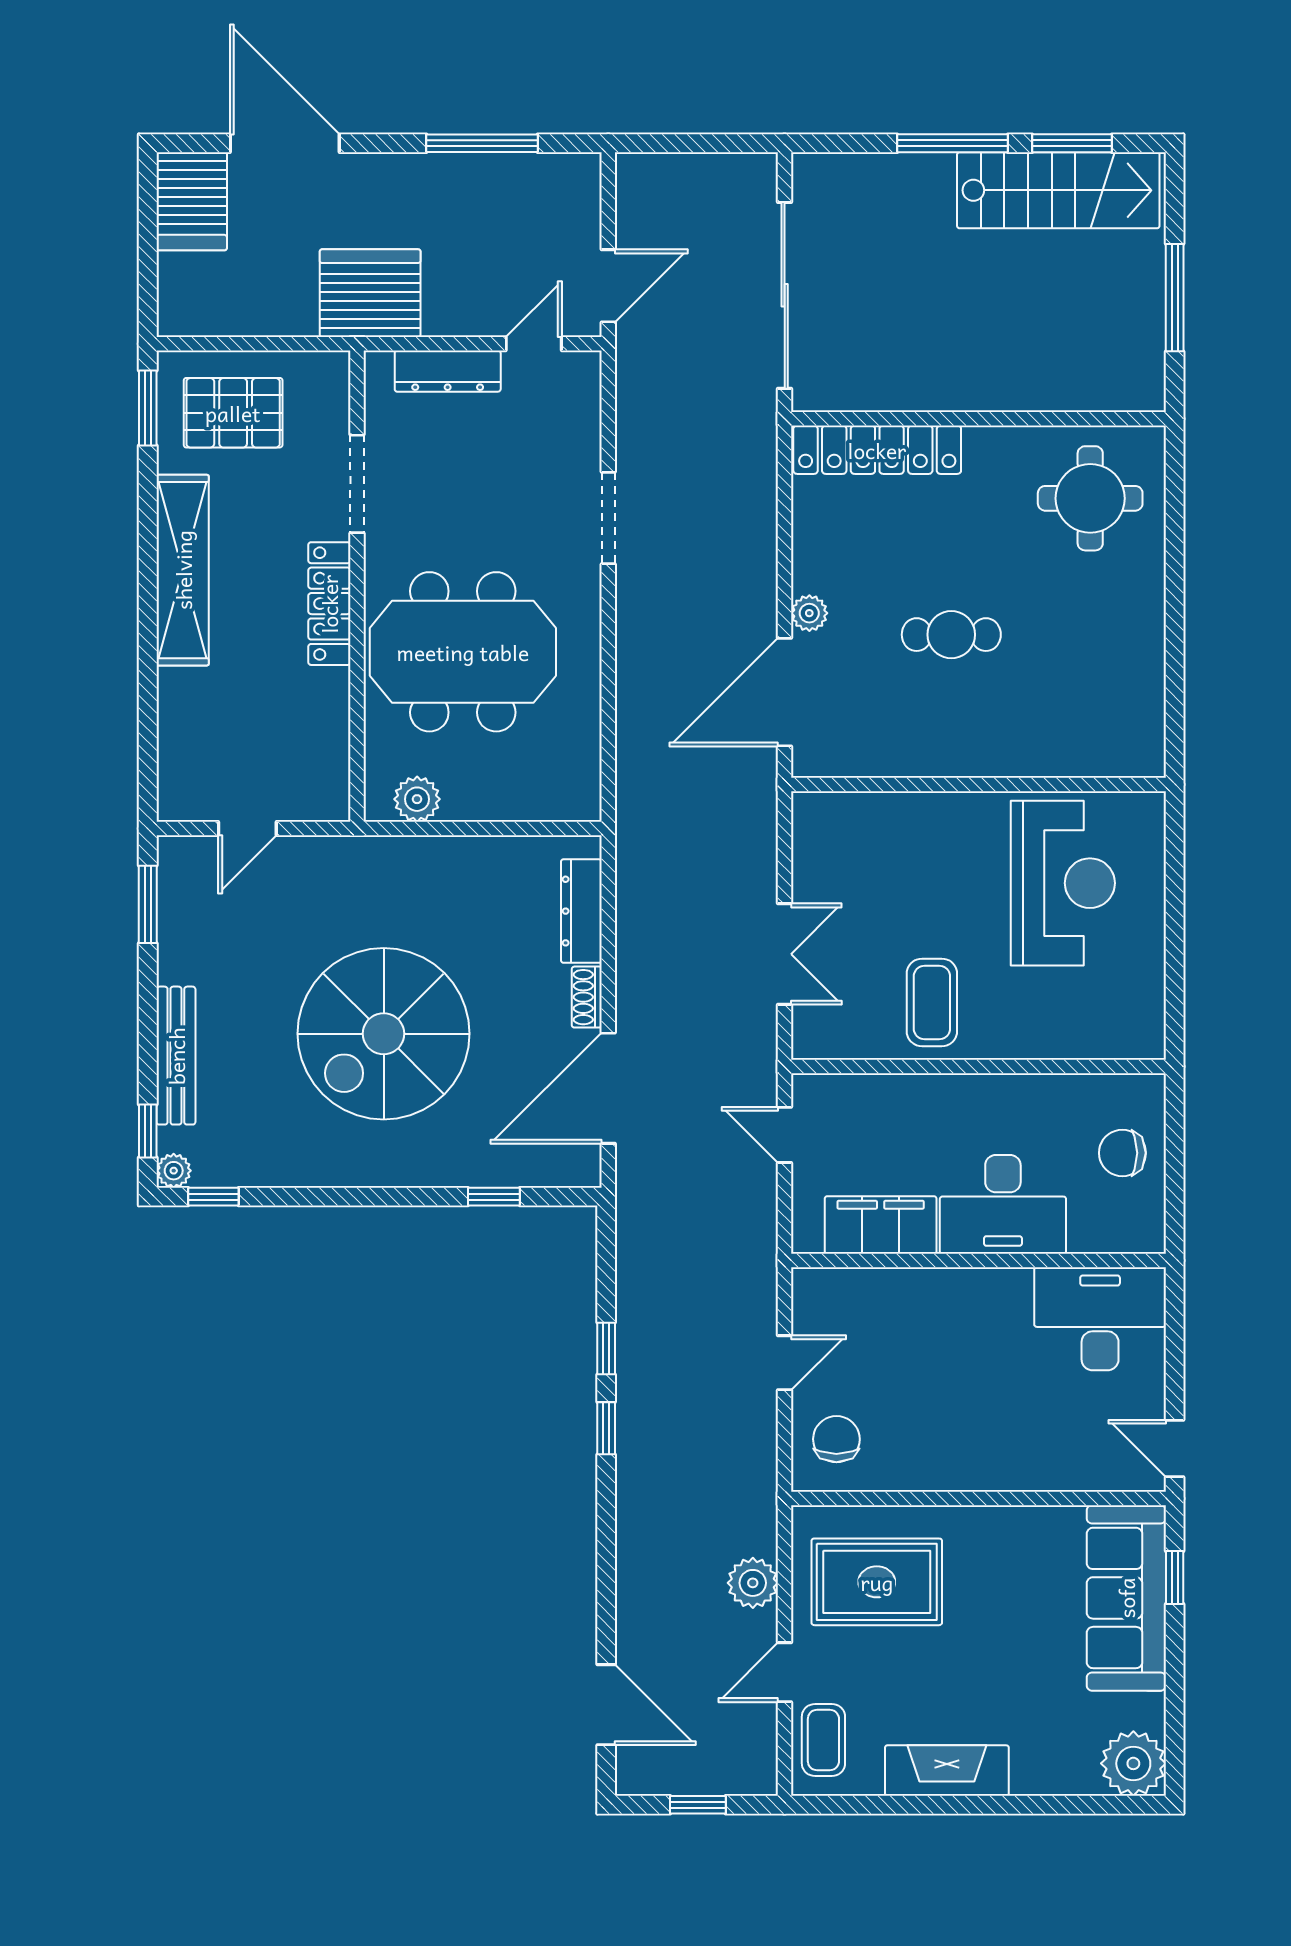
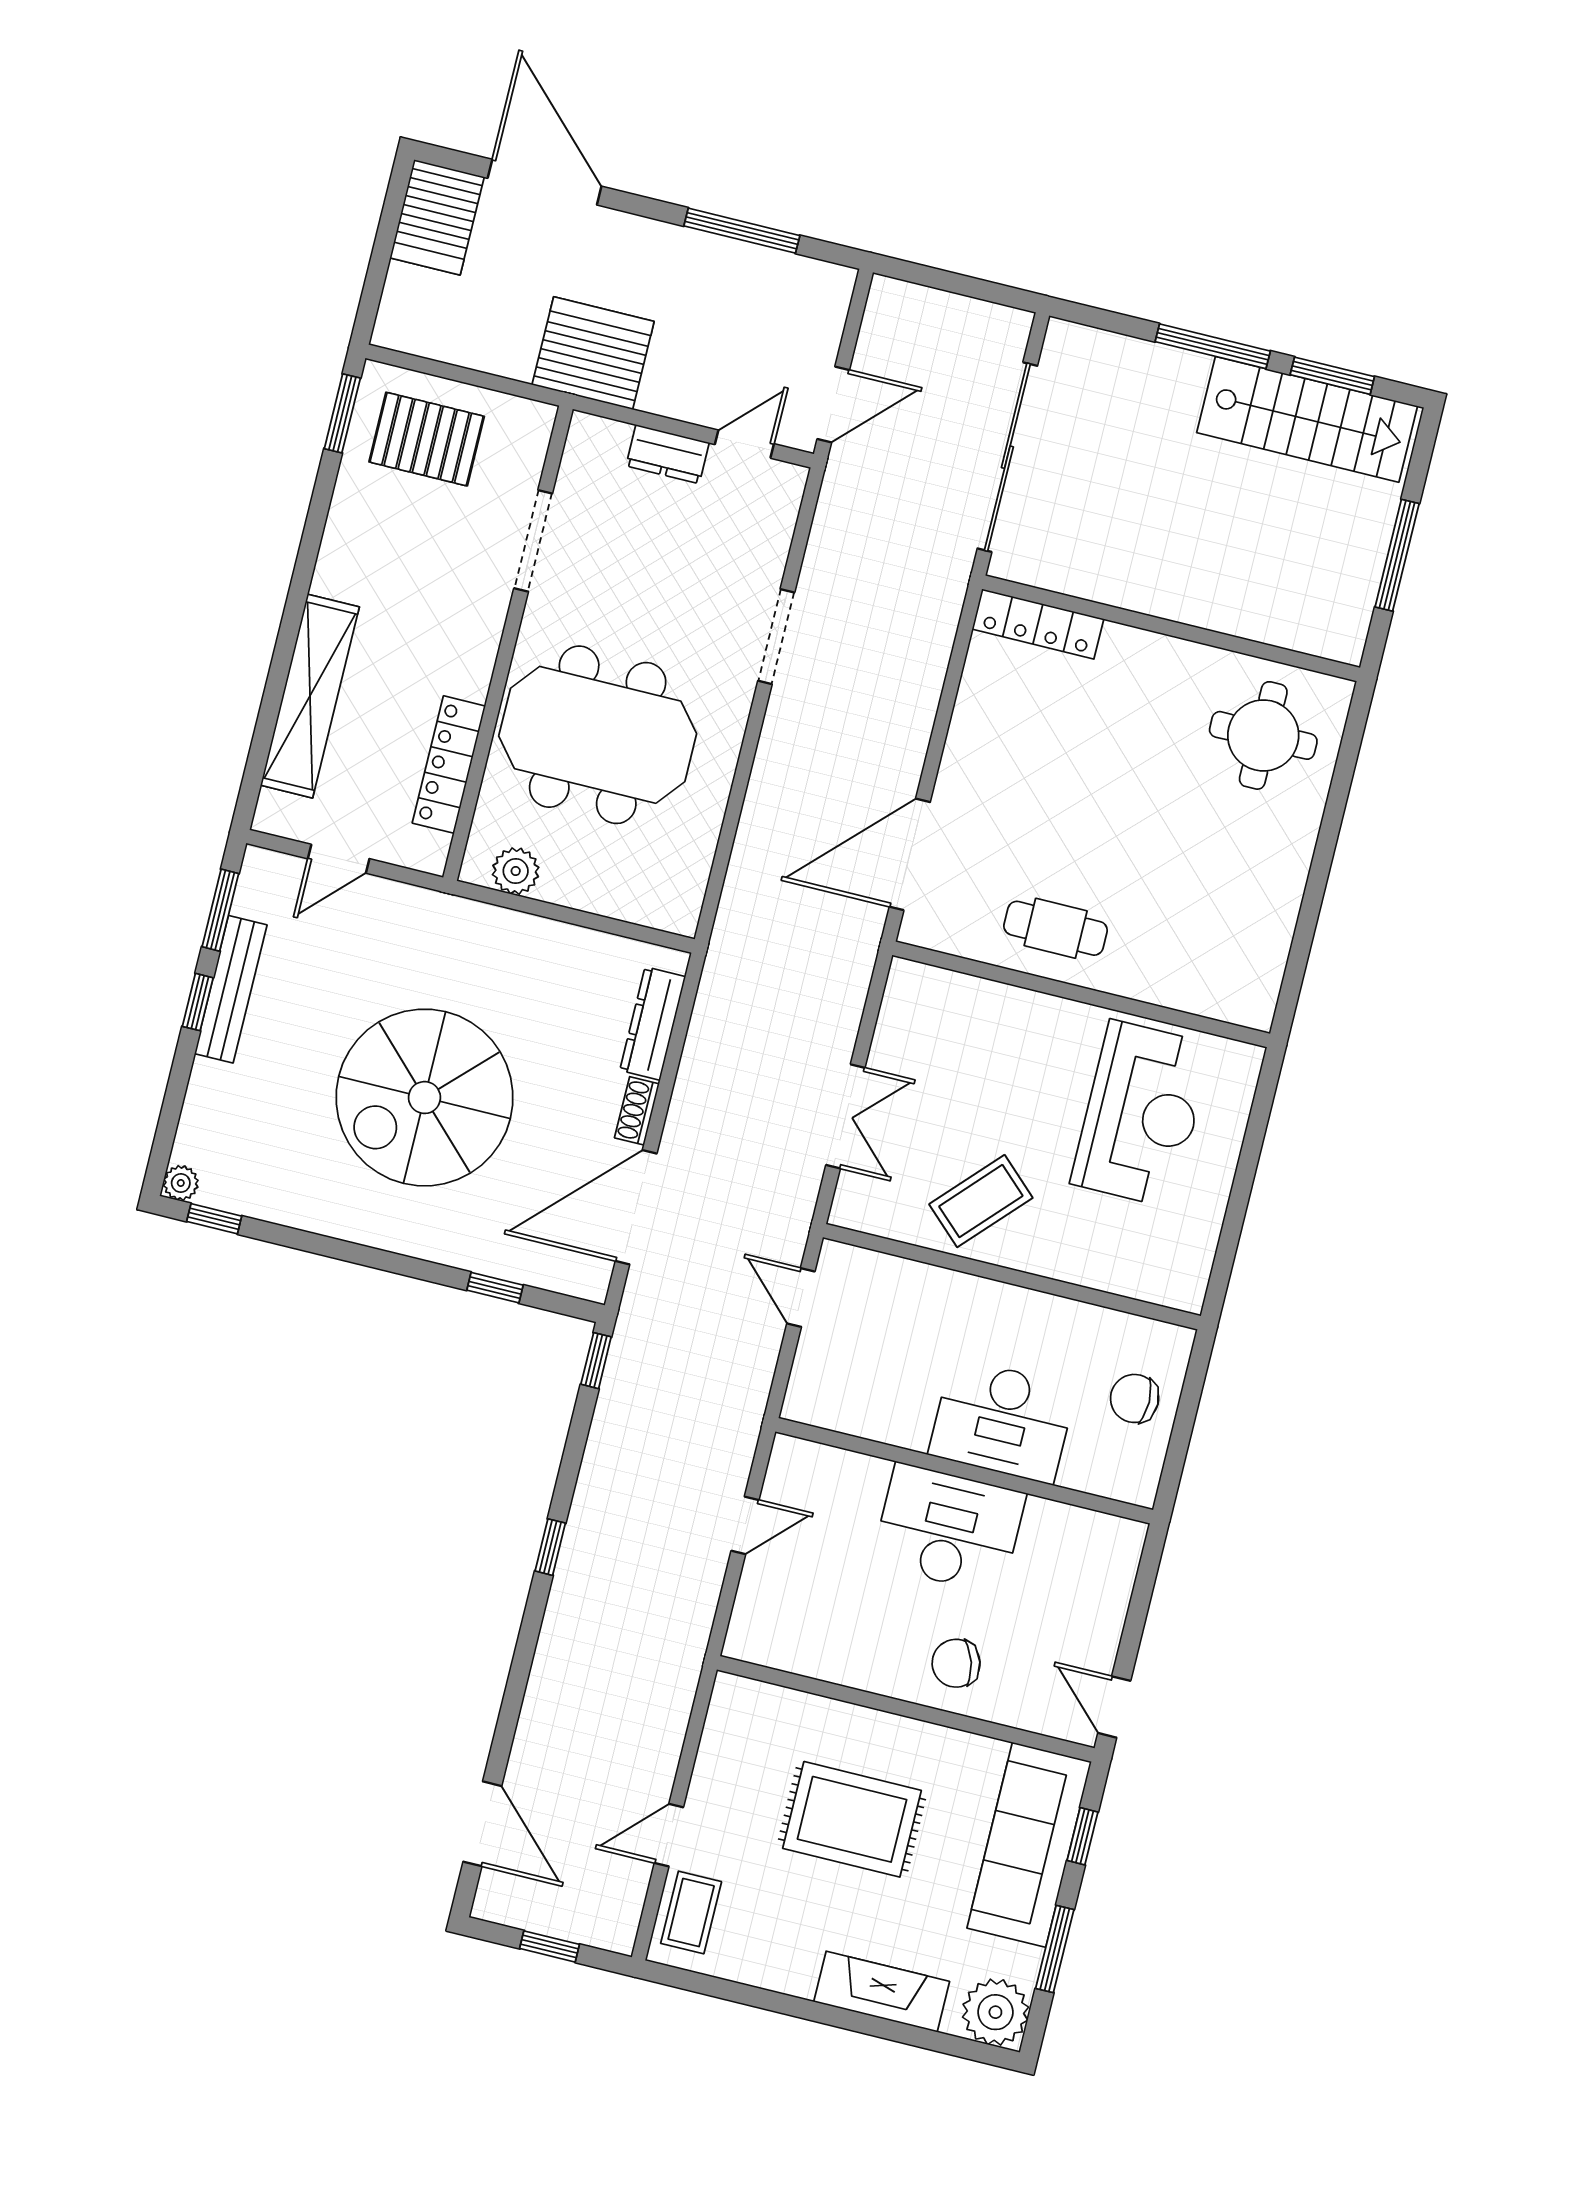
dresser: (448, 371) -> (668, 454), width x0.70
locker: (877, 450) -> (1038, 624), width x0.71, depth x0.83
shelving: (183, 570) -> (310, 696), moved
locker: (329, 604) -> (449, 765), moved
plant: (809, 613) -> (954, 781), removed
cafe table: (951, 635) -> (1056, 928), moved
coffee table: (932, 1002) -> (981, 1201), turned 43
bench: (176, 1056) -> (231, 989), moved
window: (148, 1131) -> (198, 1002), moved
filing cabinet: (881, 1225) -> (875, 1411), removed
desk: (1100, 1319) -> (949, 1529), moved
window: (606, 1349) -> (596, 1361), moved
chair: (836, 1439) -> (956, 1663), moved, turned -107
rug: (877, 1582) -> (852, 1819), moved
plant: (753, 1583) -> (659, 1738), removed
window: (1175, 1690) -> (1055, 1949), added
fireplace: (947, 1771) -> (882, 1992), moved

